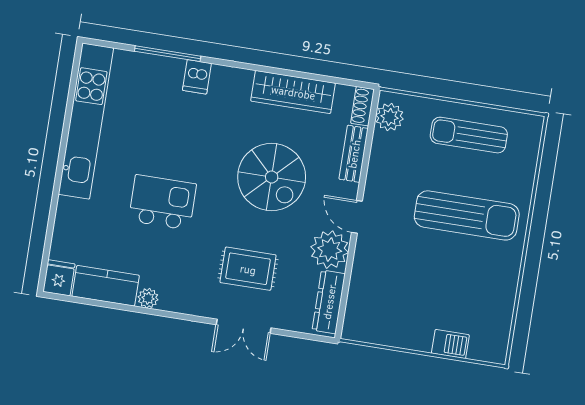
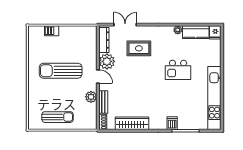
plant: (390, 117) -> (91, 97), moved
spiral stairs: (272, 177) -> (135, 87), removed
sun lounger: (467, 215) -> (61, 71), moved
double door: (244, 326) -> (125, 25), moved

